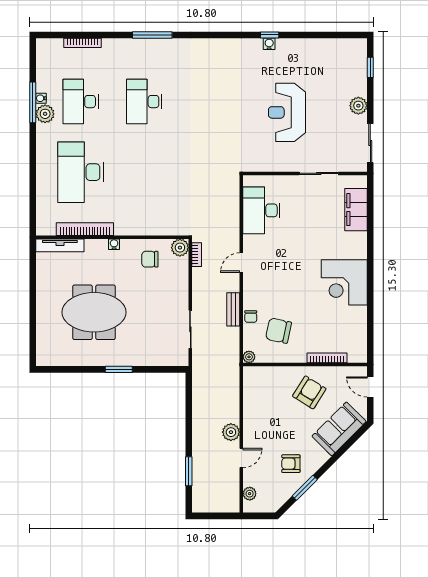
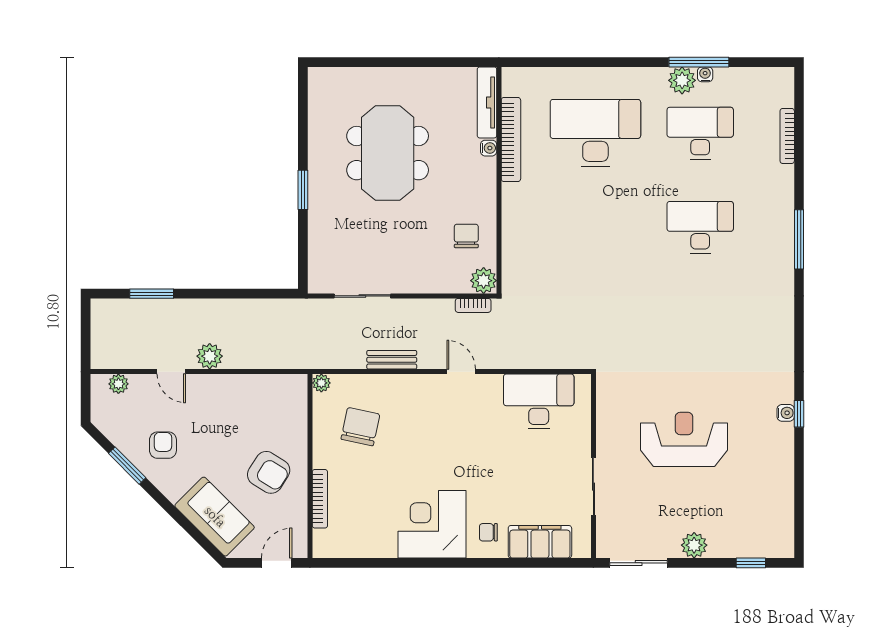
water cooler: (114, 244) -> (489, 148), moved
chair: (251, 317) -> (488, 532), moved

